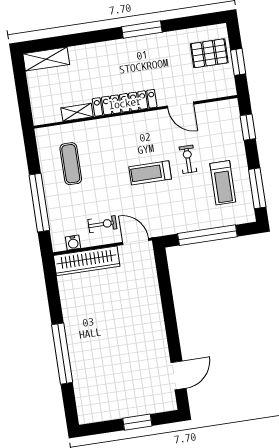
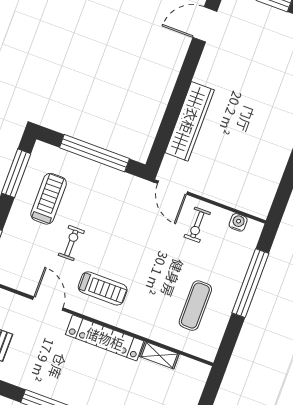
exercise bike: (188, 159) -> (71, 243), turned 180
treadmill: (150, 173) -> (103, 288), moved
exercise bike: (102, 224) -> (197, 225), turned -90
wardrobe: (87, 261) -> (190, 121), moved, turned 90

